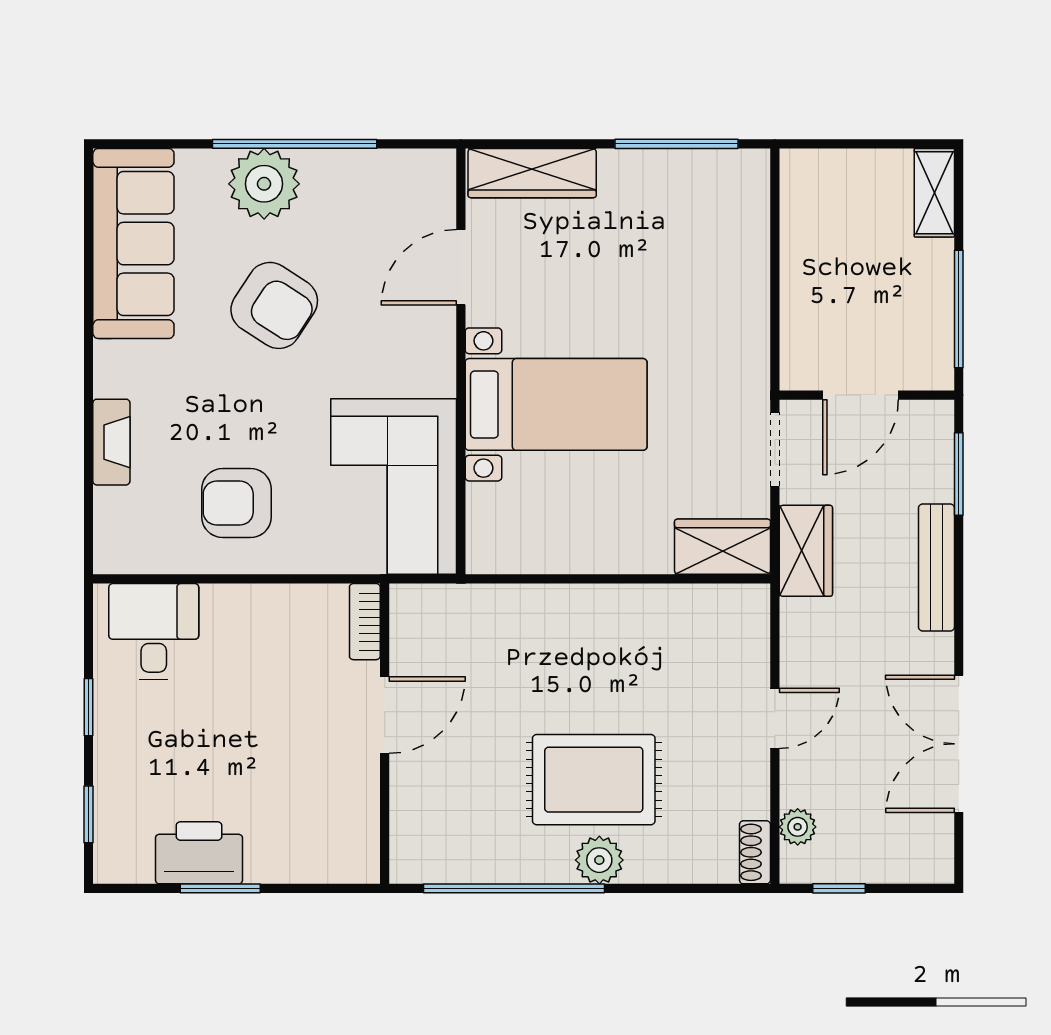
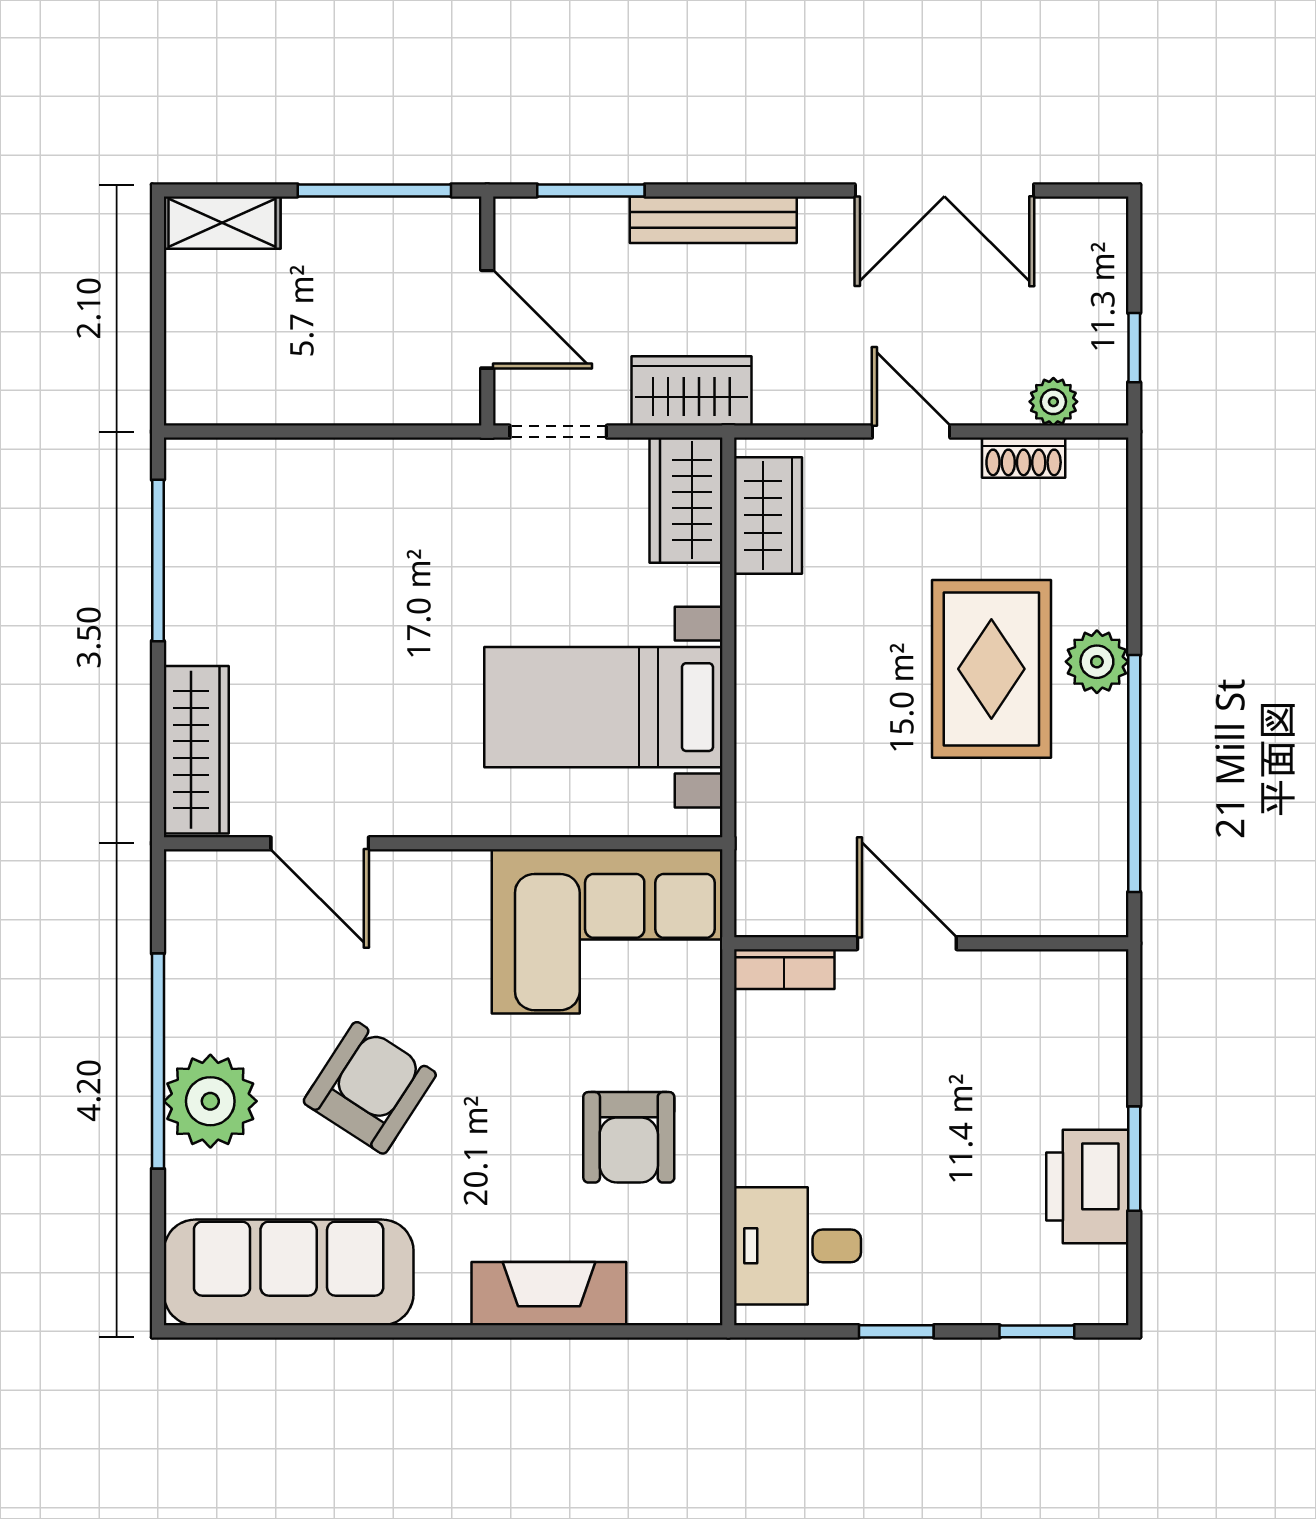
bed with nightstands: (556, 404) -> (603, 707), moved, turned -90
fireplace: (111, 442) -> (549, 1294), width x1.37, depth x1.32
wardrobe: (711, 609) -> (768, 515), added
shoe rack: (755, 852) -> (1024, 458), moved

